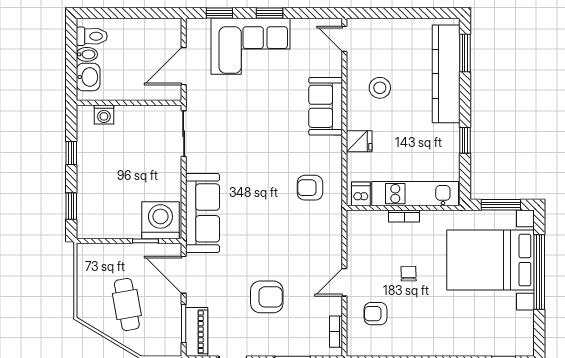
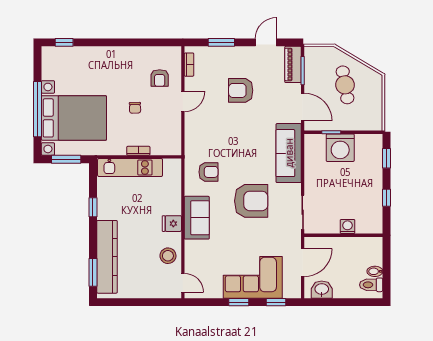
washbasin: (88, 77) -> (322, 290), moved, turned 90
stool: (380, 88) -> (168, 256), moved
sofa: (326, 106) -> (197, 218), moved
washing machine: (104, 114) -> (348, 227), moved
fridge: (359, 141) -> (172, 224), moved
armchair: (253, 149) -> (251, 201), added
dishwasher: (361, 194) -> (170, 167), removed
washing machine: (160, 220) -> (340, 148), moved
armchair: (376, 314) -> (160, 78), turned 90

